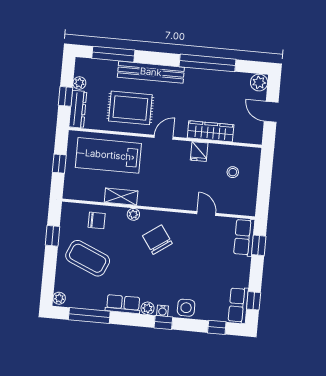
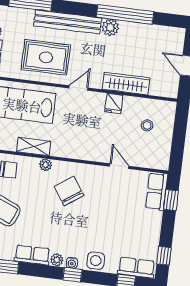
plant: (259, 83) -> (110, 28), moved
row of seats: (238, 305) -> (136, 268), moved, turned 90

